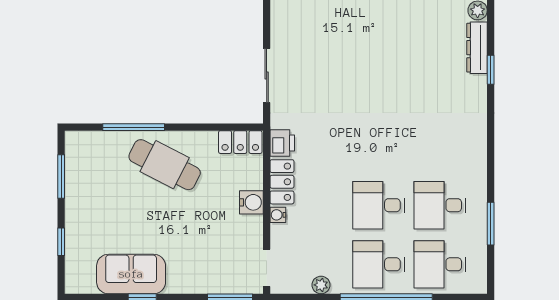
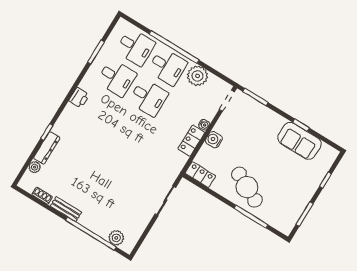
printer: (282, 143) -> (79, 98), moved, turned 180
plant: (321, 285) -> (197, 76), width x1.87, depth x1.87

